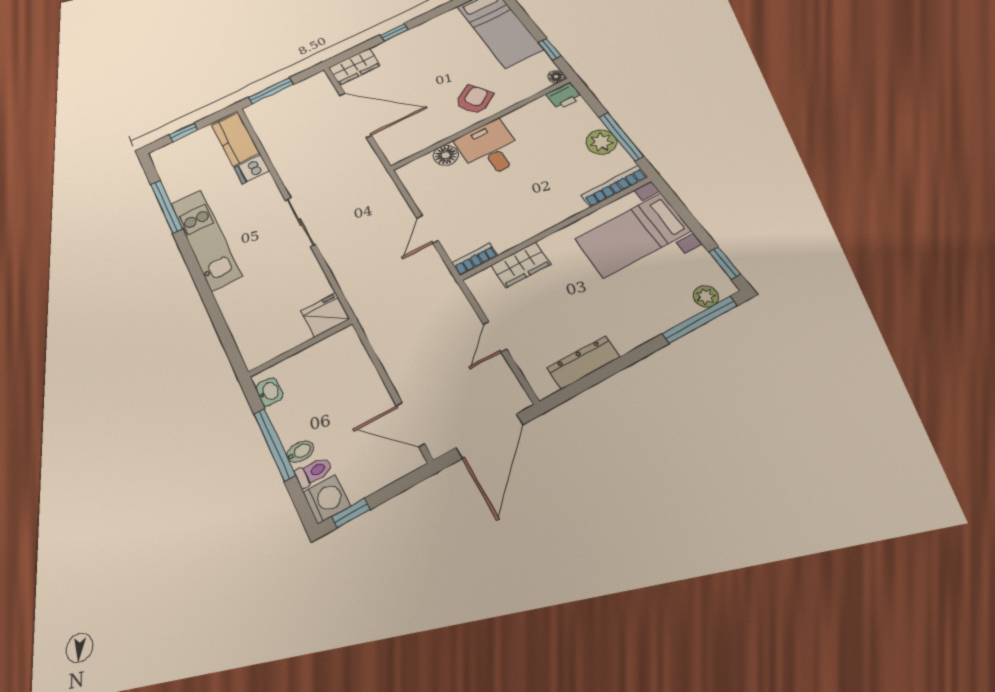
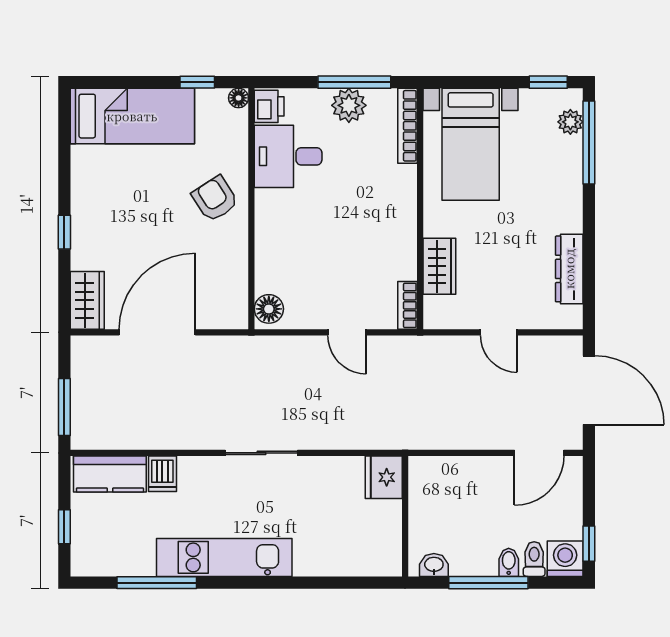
desk: (490, 149) -> (288, 156), moved
floor lamp: (446, 155) -> (269, 309), moved

